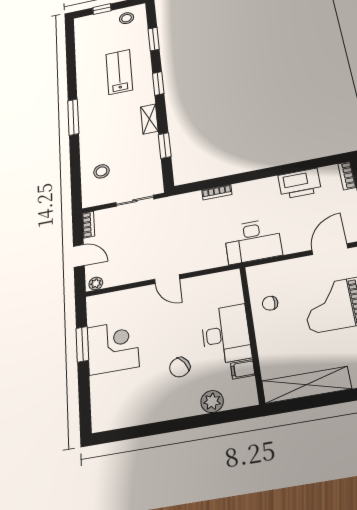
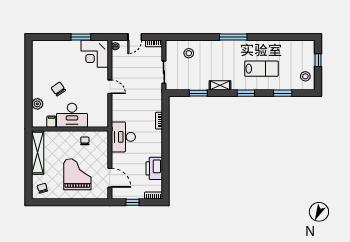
door: (167, 279) -> (110, 87), swing flipped
corner desk: (113, 347) -> (95, 54), moved, turned 90

